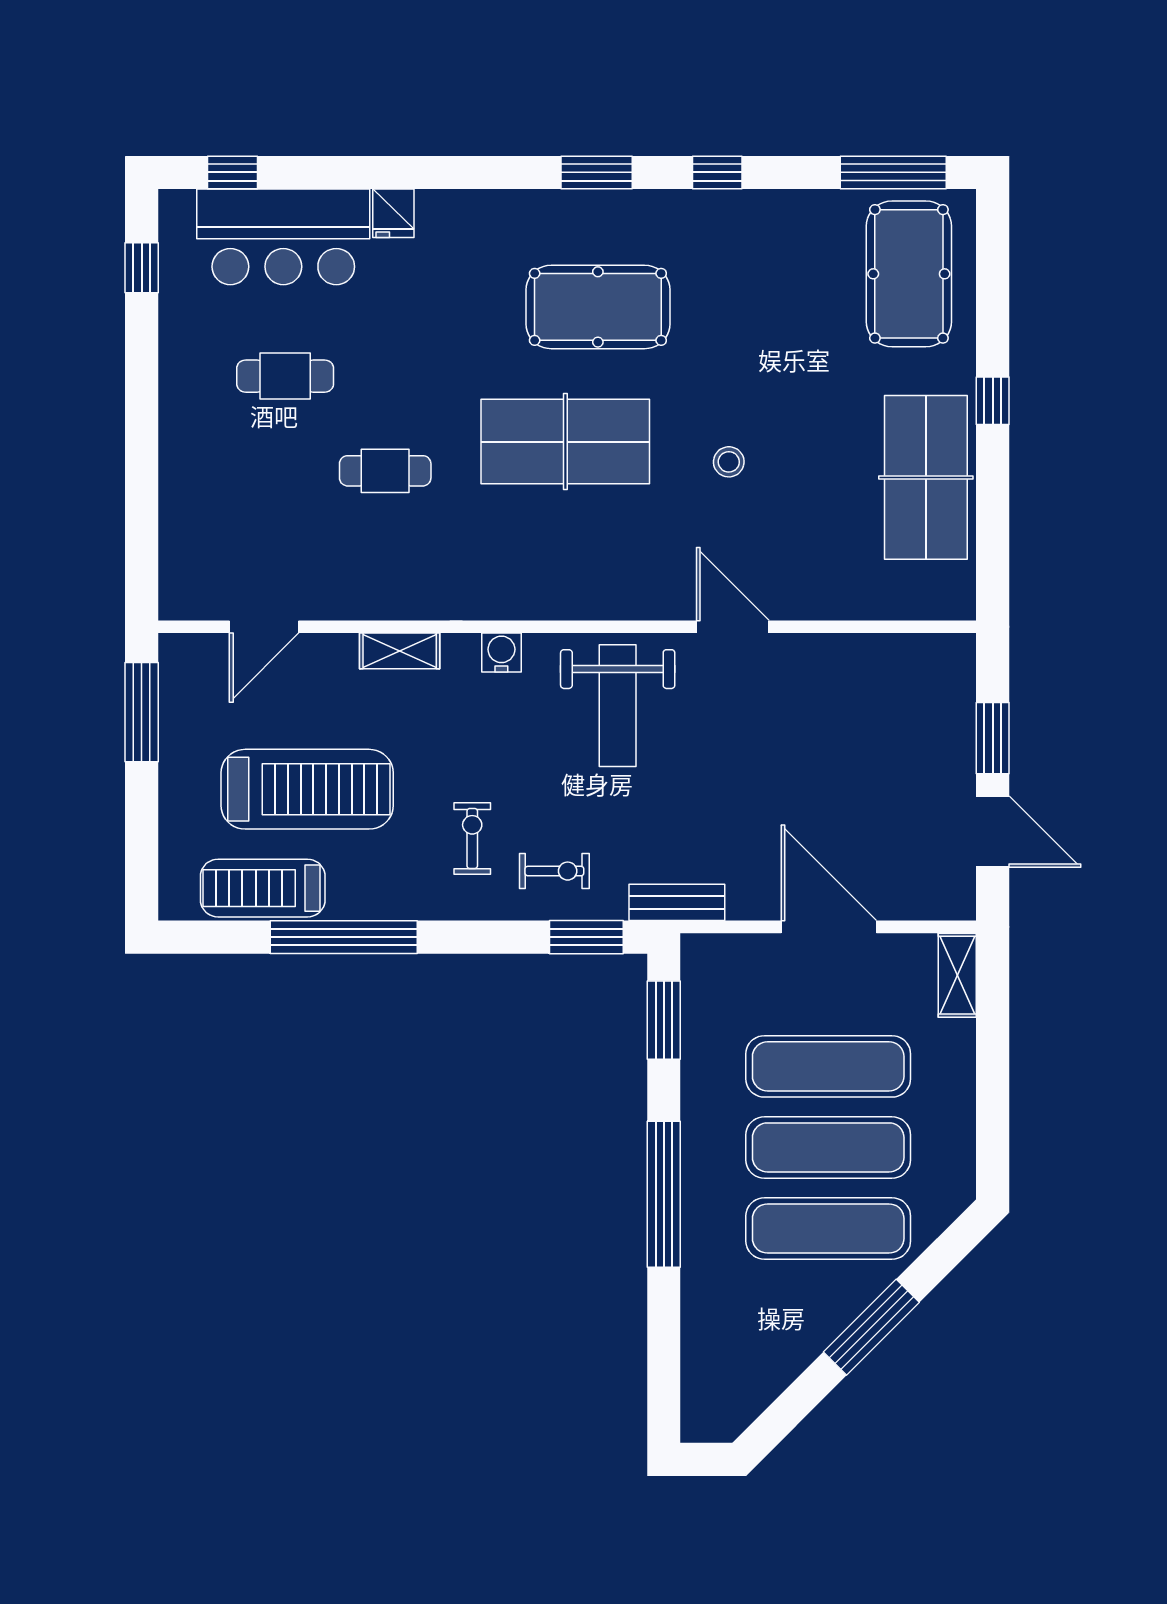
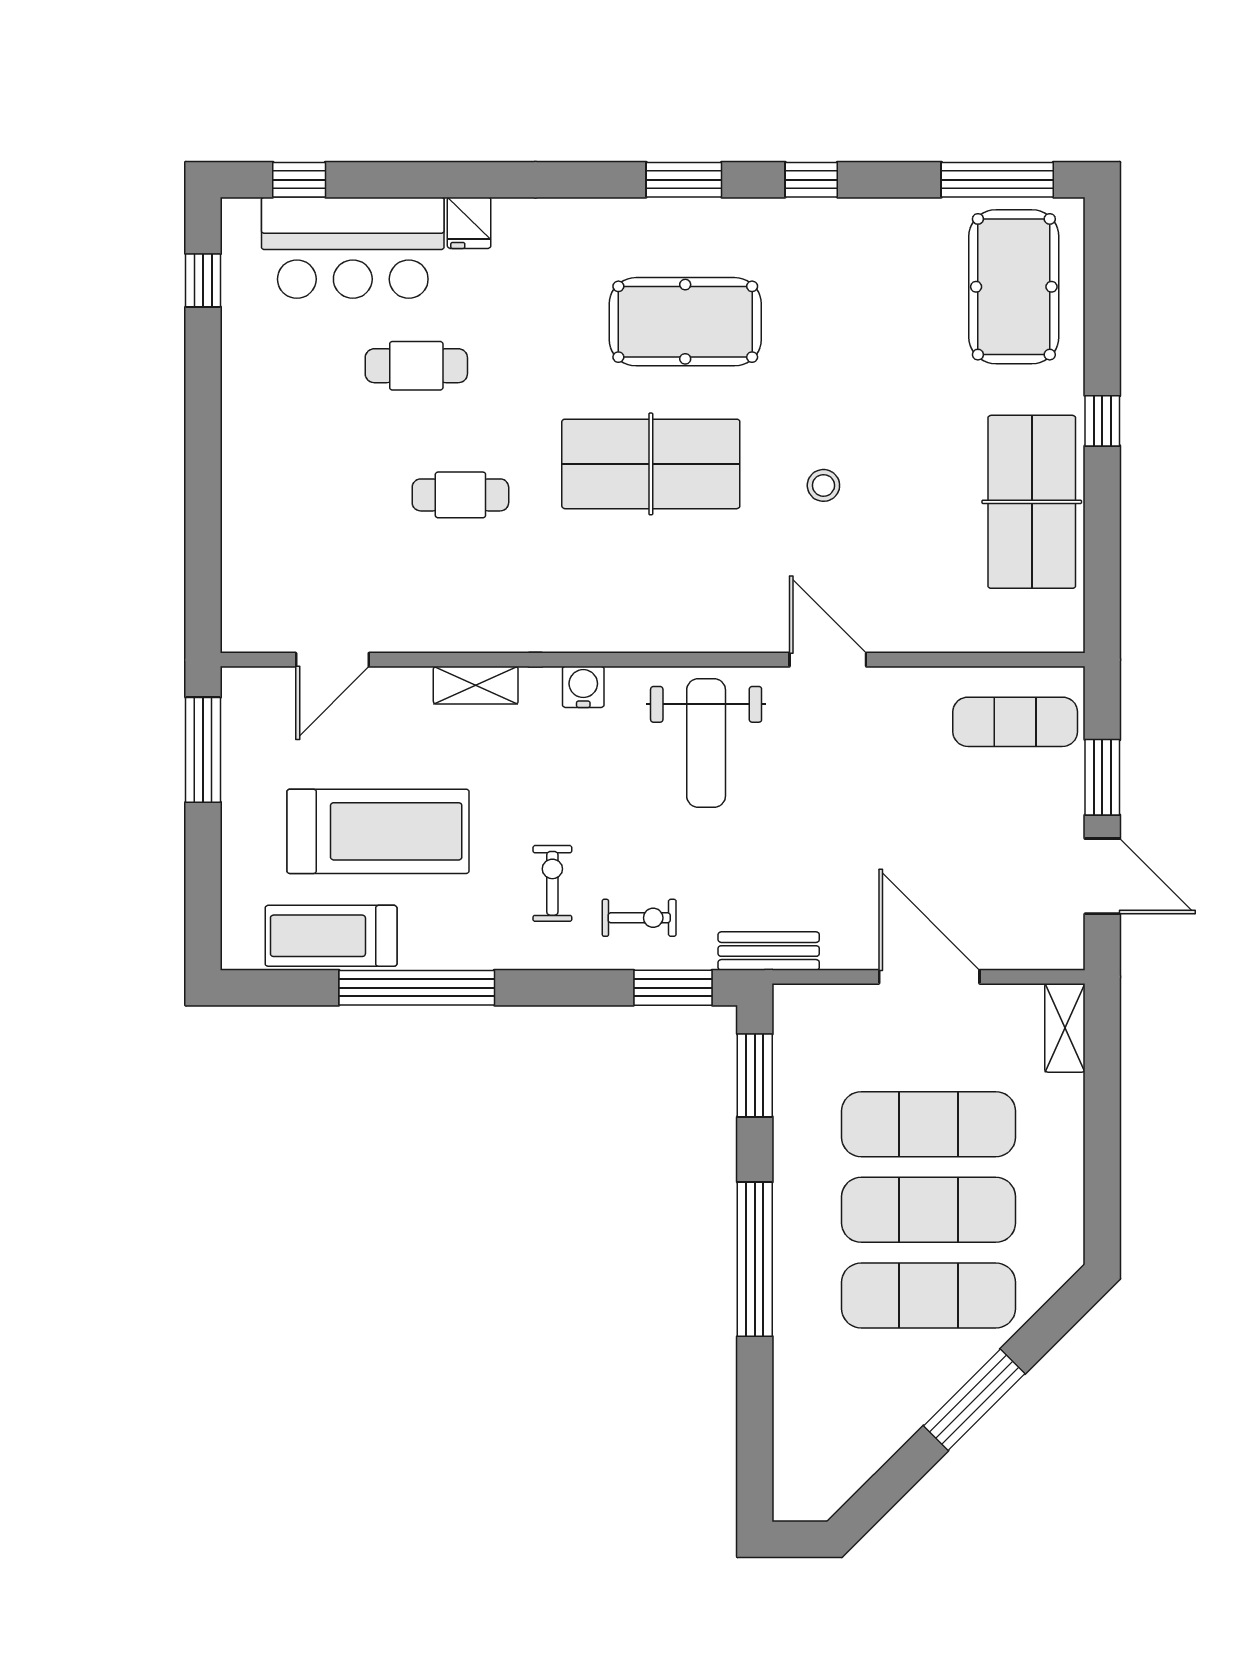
cafe table: (285, 376) -> (416, 366), moved
exercise mat: (910, 686) -> (1015, 722), added

